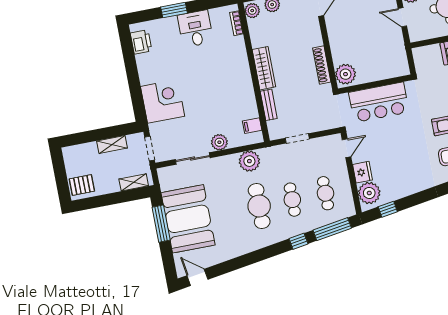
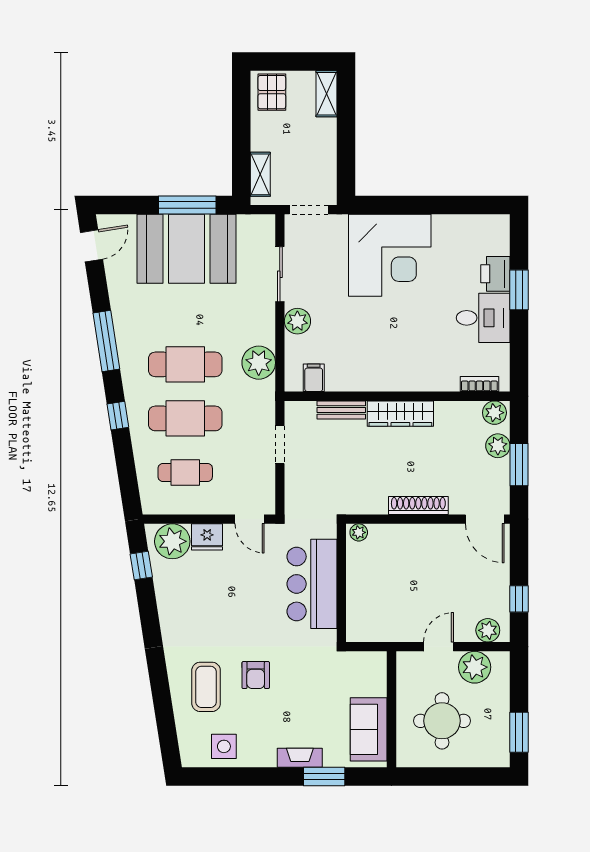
printer: (141, 42) -> (495, 274), moved, turned 90
shoe rack: (322, 65) -> (418, 505), moved
plant: (346, 74) -> (359, 532), width x0.53, depth x0.53
corner desk: (163, 101) -> (390, 255), width x1.36, depth x1.36
shelving: (112, 144) -> (326, 94), moved
cafe table: (292, 200) -> (185, 418), width x1.37, depth x1.35
window: (332, 229) -> (106, 341), moved

